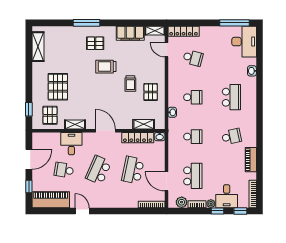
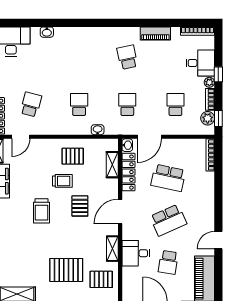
pallet: (95, 43) -> (80, 206), moved
school desk: (231, 97) -> (79, 57), removed
school desk: (98, 170) -> (168, 220), turned -48
school desk: (193, 176) -> (175, 104), width x0.54
door: (166, 181) -> (149, 137), moved
window: (240, 211) -> (218, 119), moved

